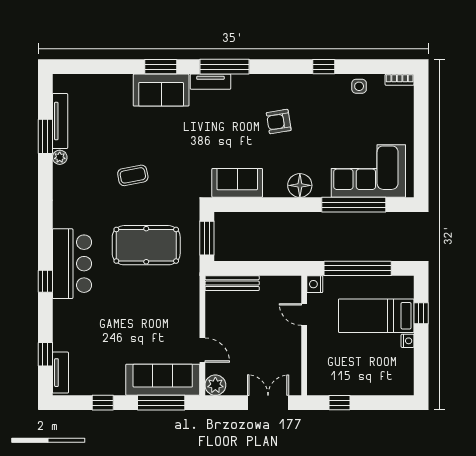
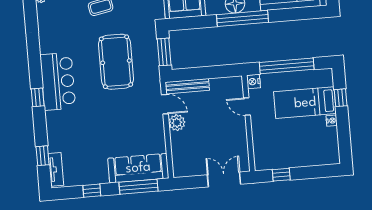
window: (354, 205) -> (243, 18), moved
pool table: (146, 245) -> (116, 62), turned 90
door: (202, 350) -> (165, 104), moved
plant: (215, 385) -> (177, 123), moved

